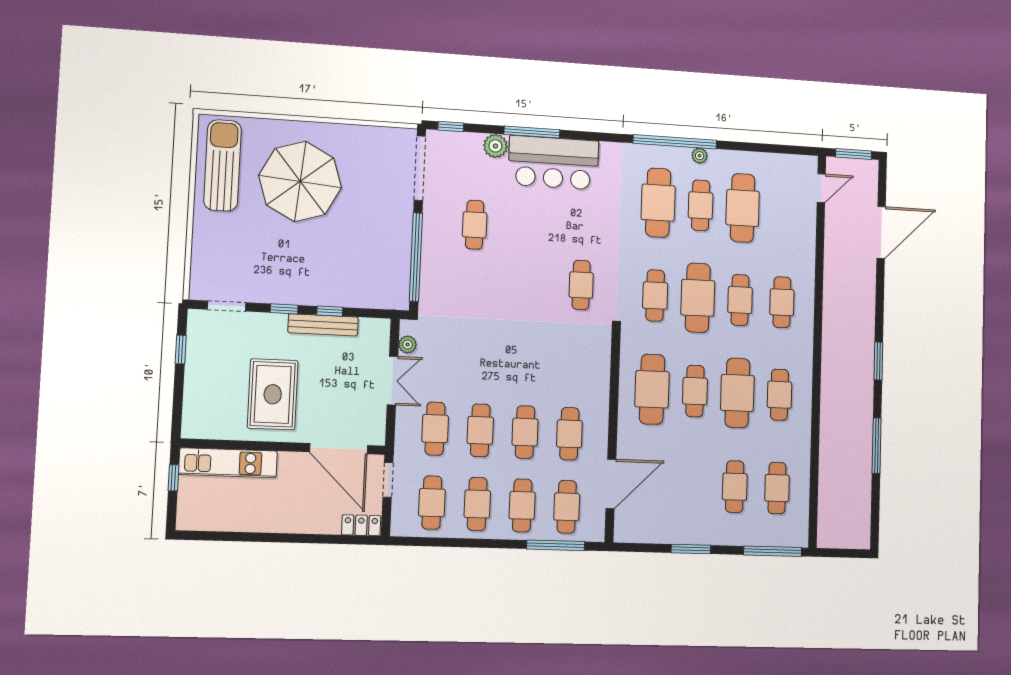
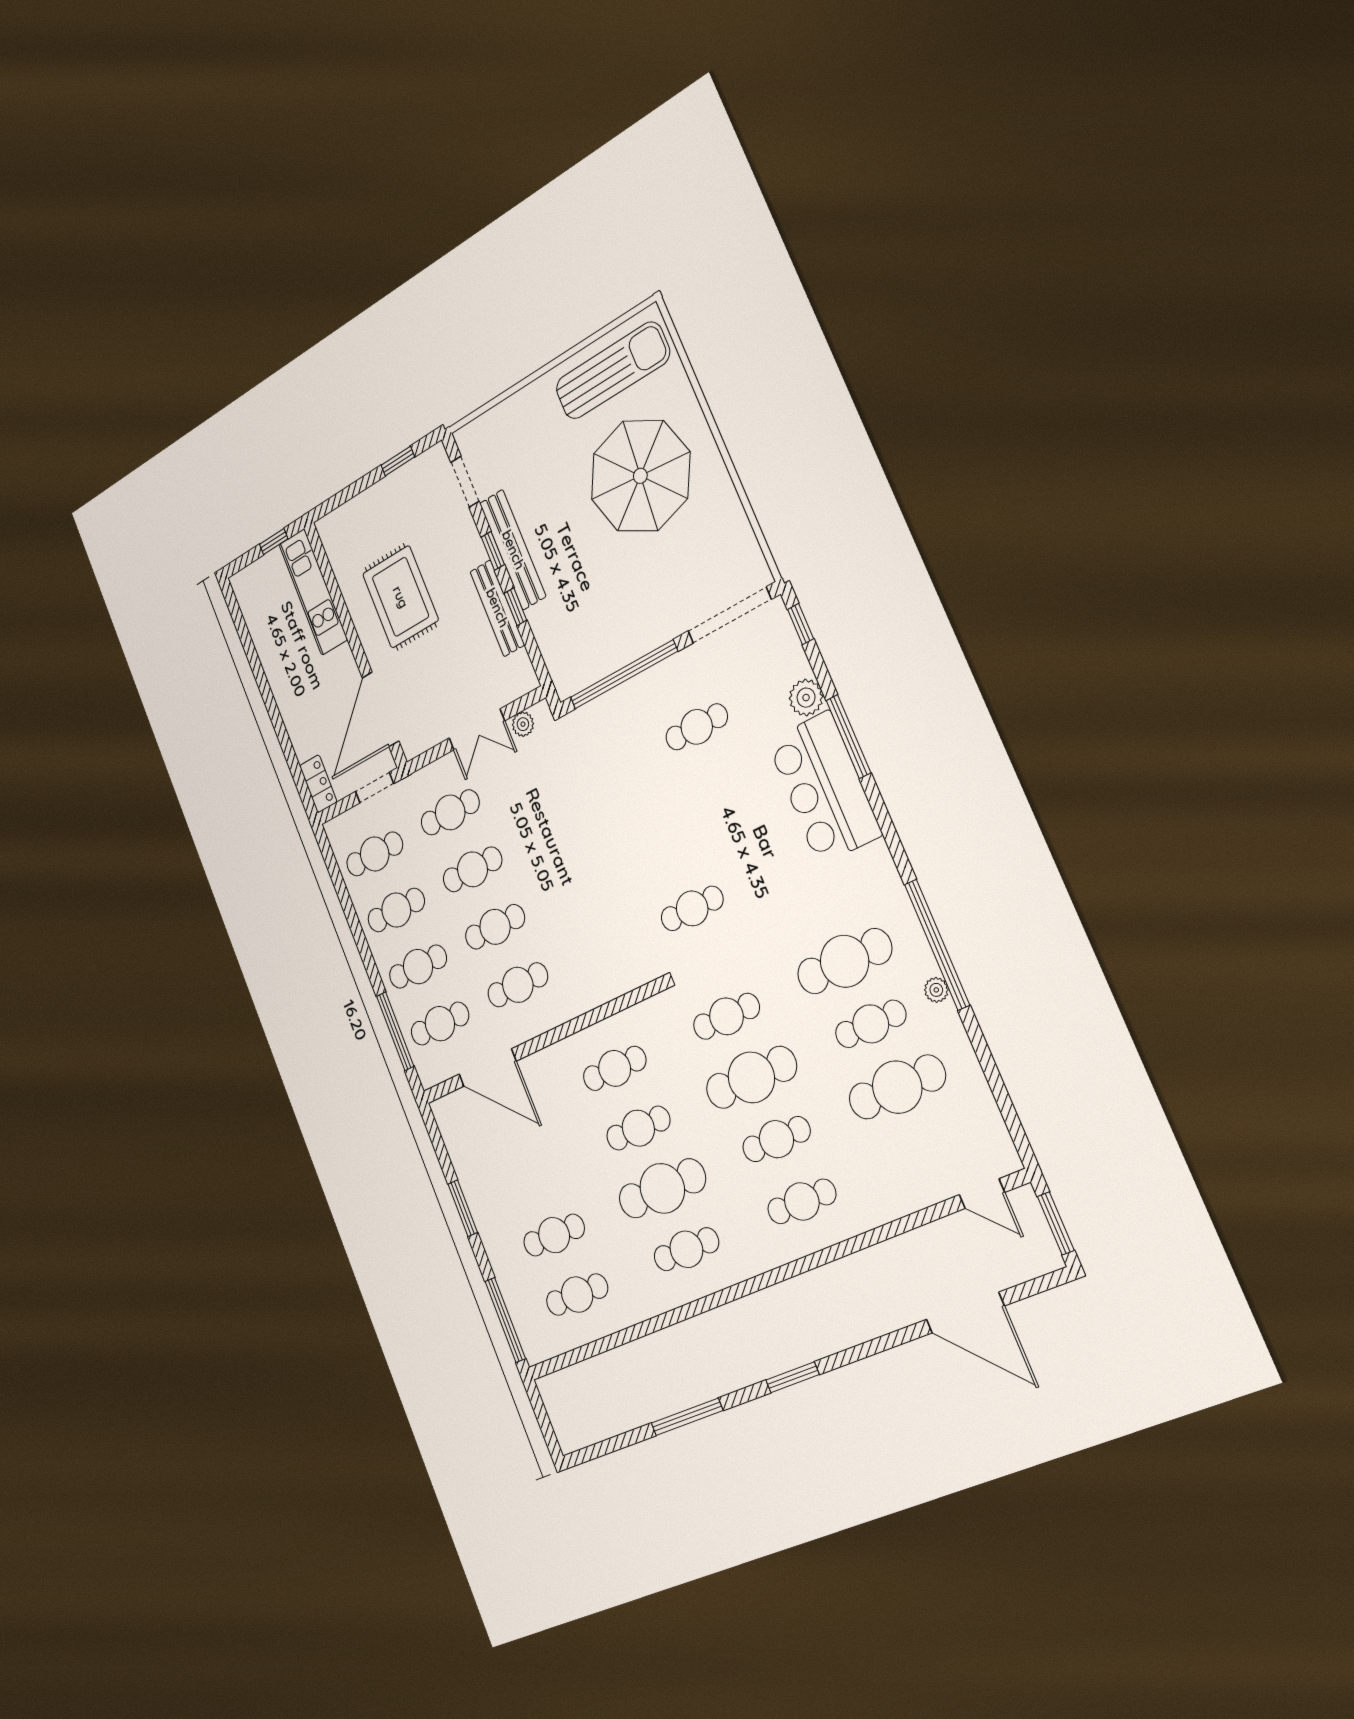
bench: (292, 294) -> (513, 550), added
cafe table: (652, 389) -> (615, 1068), width x0.73, depth x0.74
rug: (273, 394) -> (400, 597), turned 90

